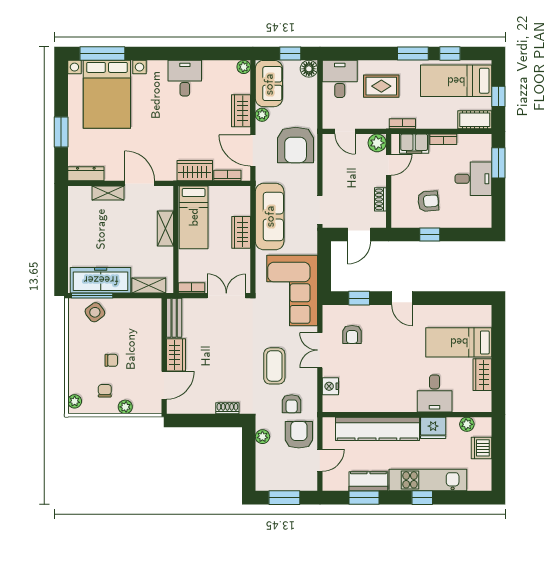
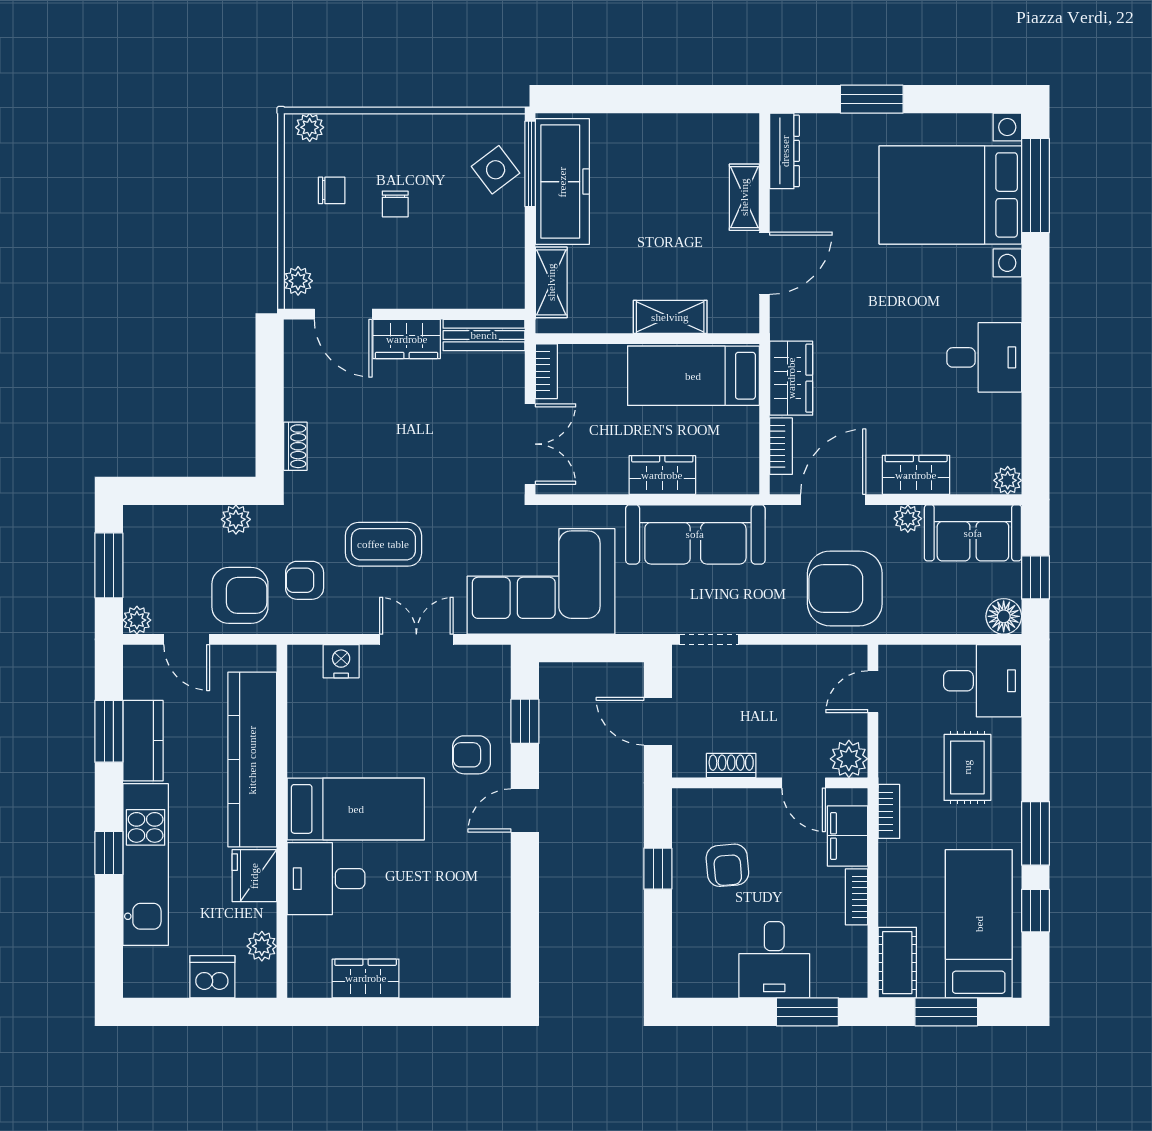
window: (498, 96) -> (946, 1012), width x1.50
armchair: (352, 334) -> (471, 755), moved
bed: (459, 342) -> (356, 809), moved, turned 90
plant: (125, 407) -> (298, 281), moved
plant: (311, 484) -> (137, 620), added

